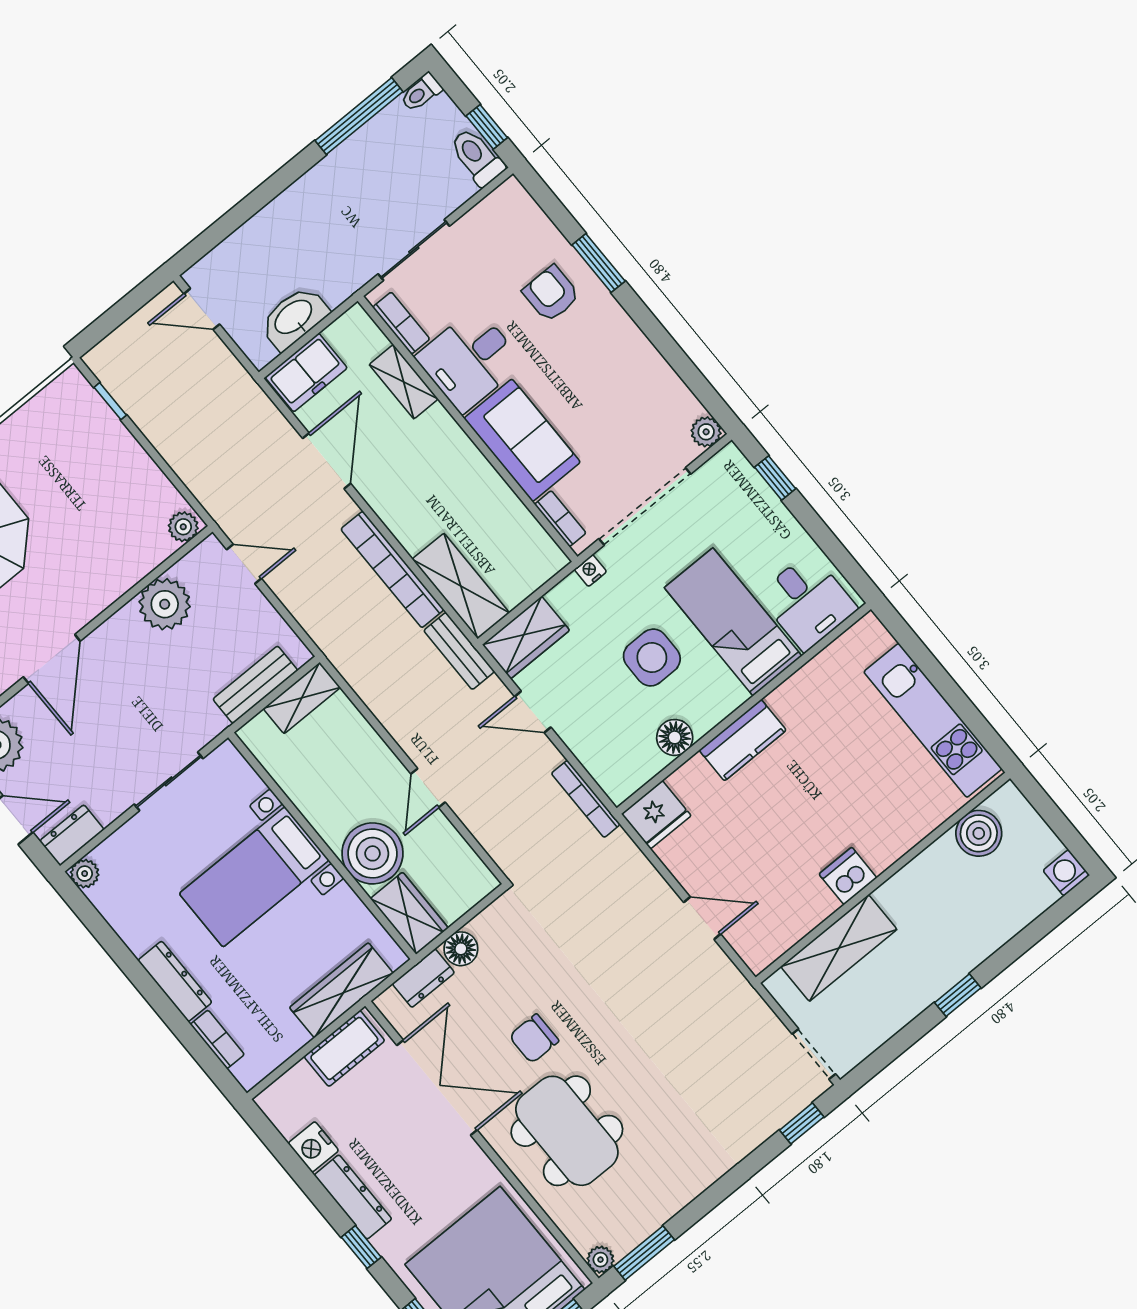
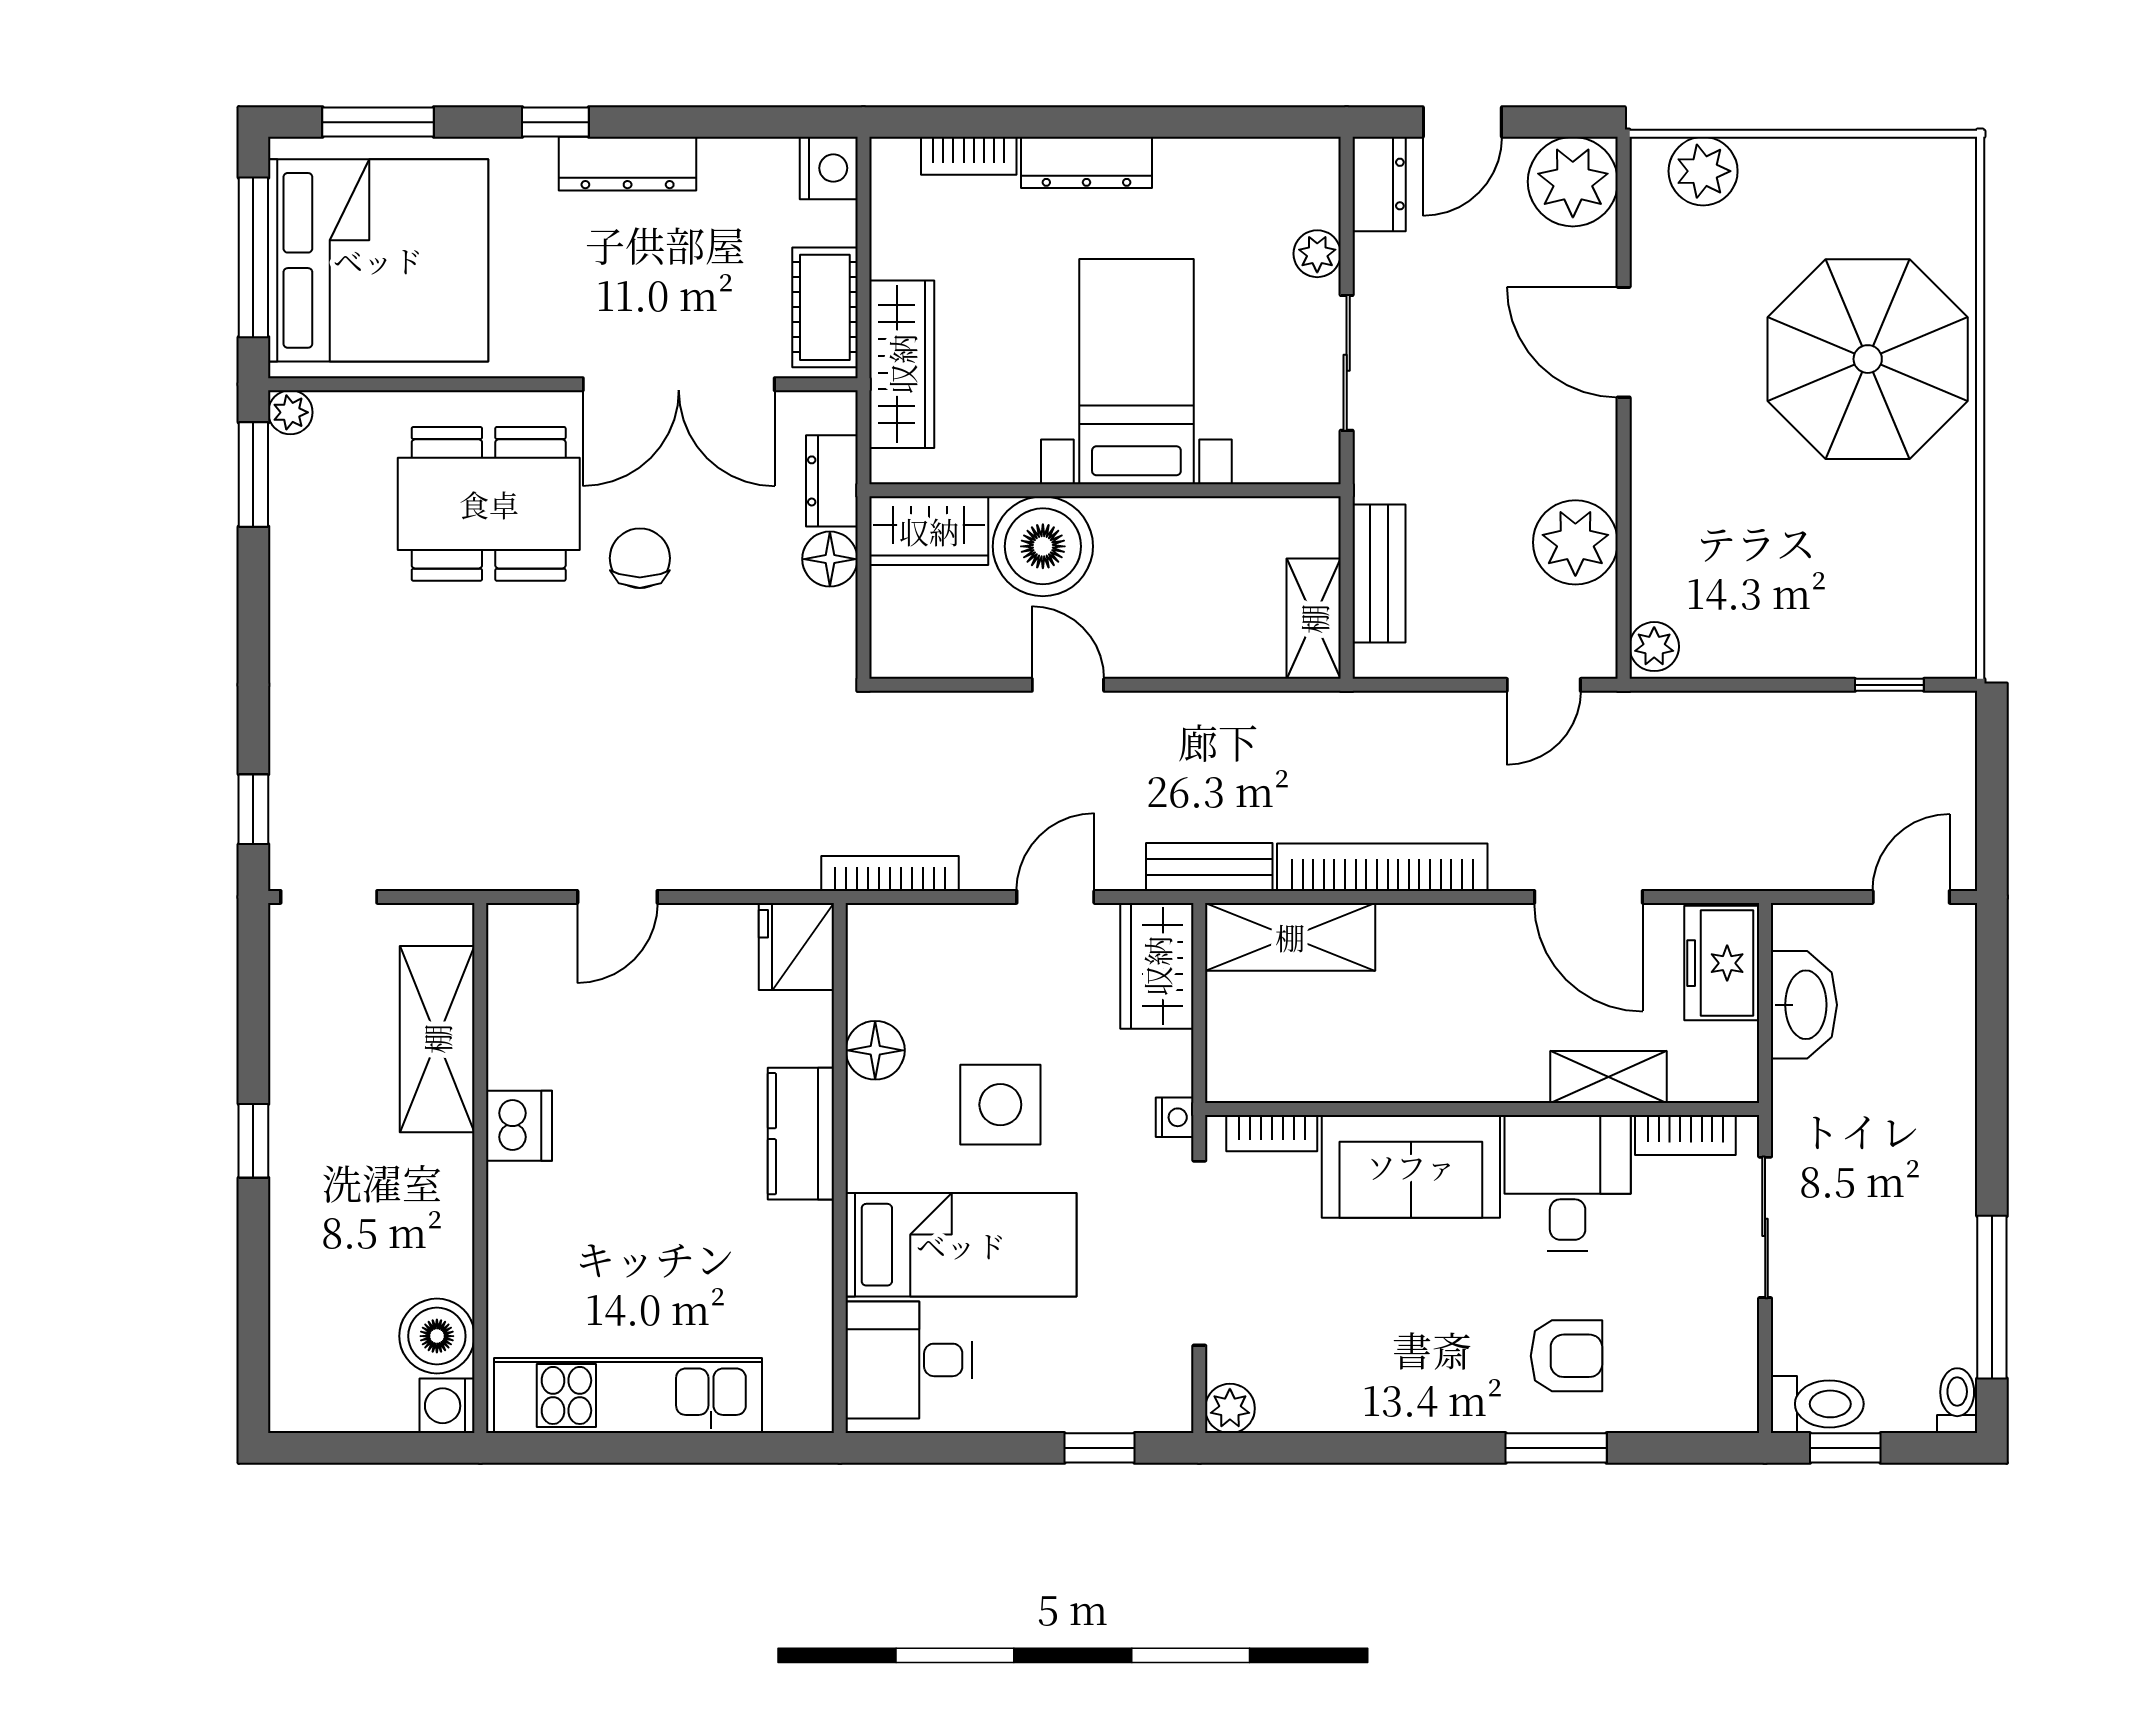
washing machine: (1066, 873) -> (447, 1406), moved, turned 180
plant: (85, 874) -> (1317, 254), moved
nightstand: (313, 1147) -> (829, 168), moved, turned 90

